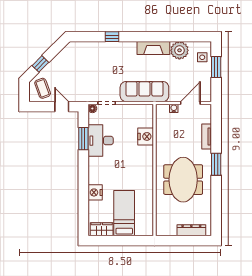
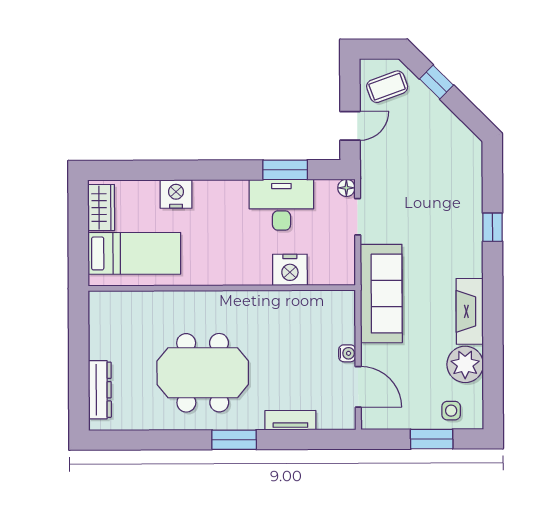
nightstand: (146, 136) -> (290, 270), moved
wall: (155, 170) -> (222, 288), moved

